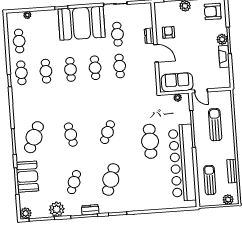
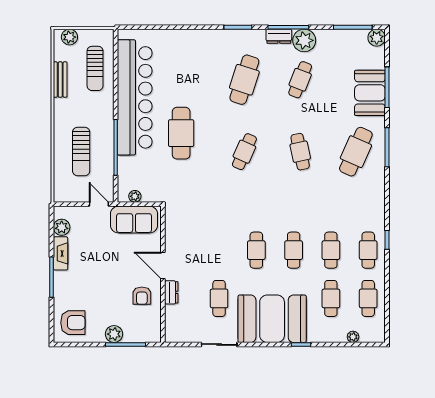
plant: (222, 39) -> (62, 227), moved
cafe table: (120, 66) -> (331, 298), moved
plant: (57, 209) -> (304, 40), moved

